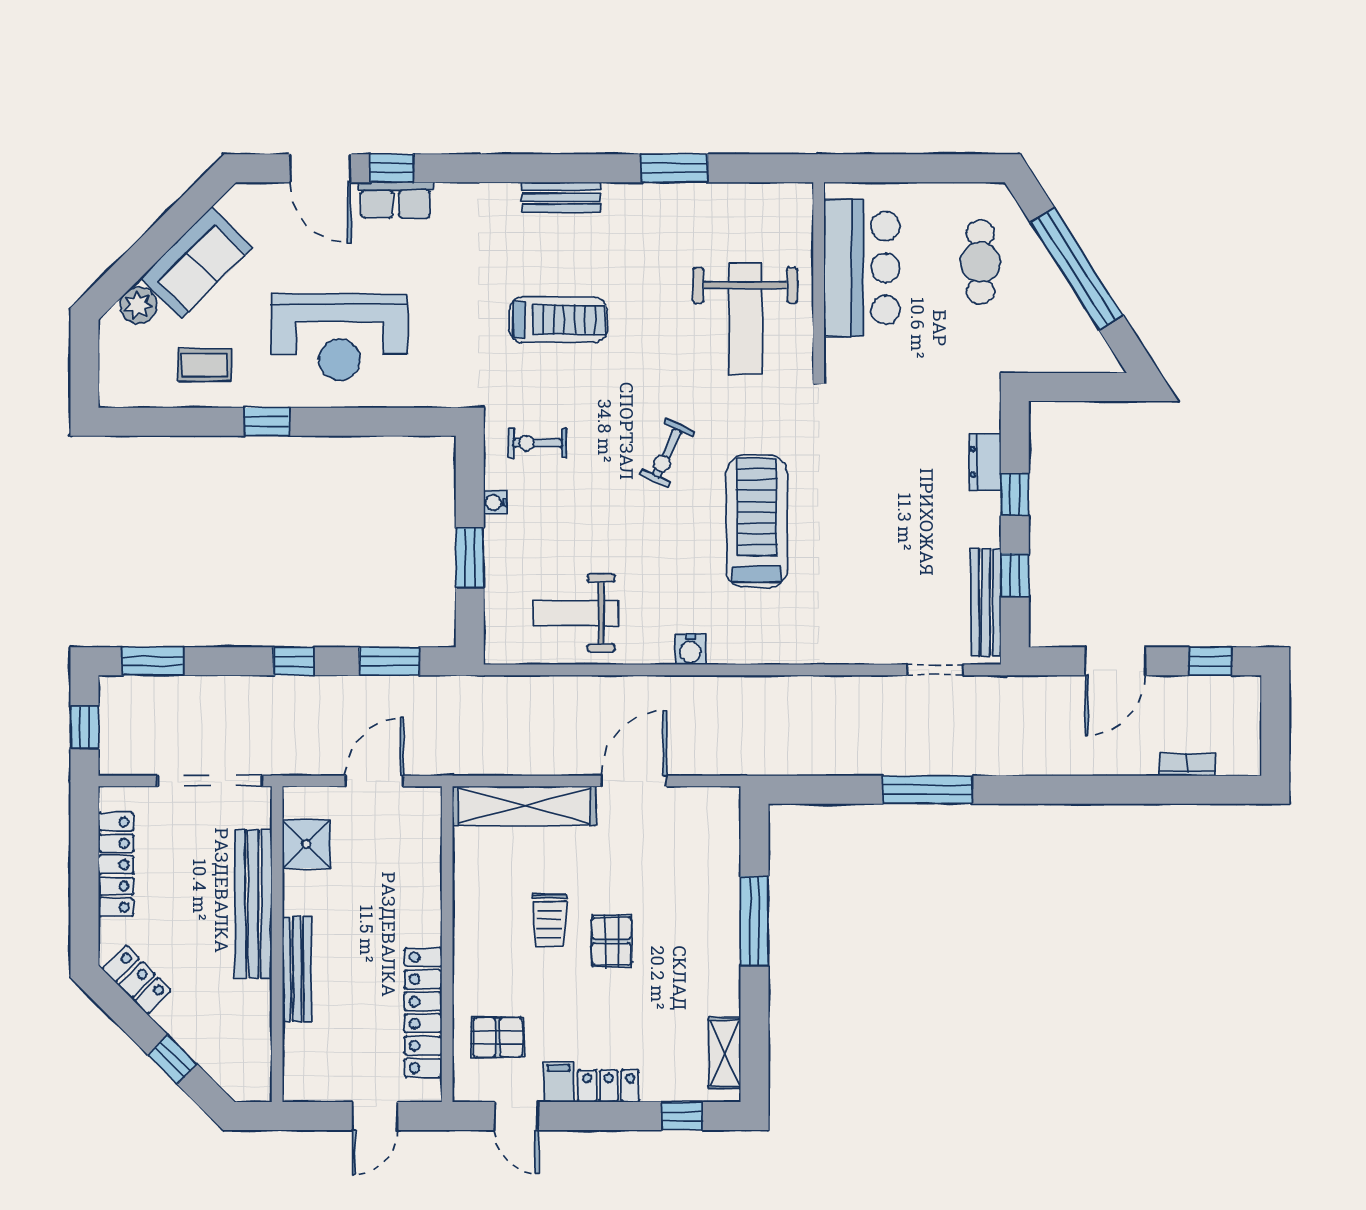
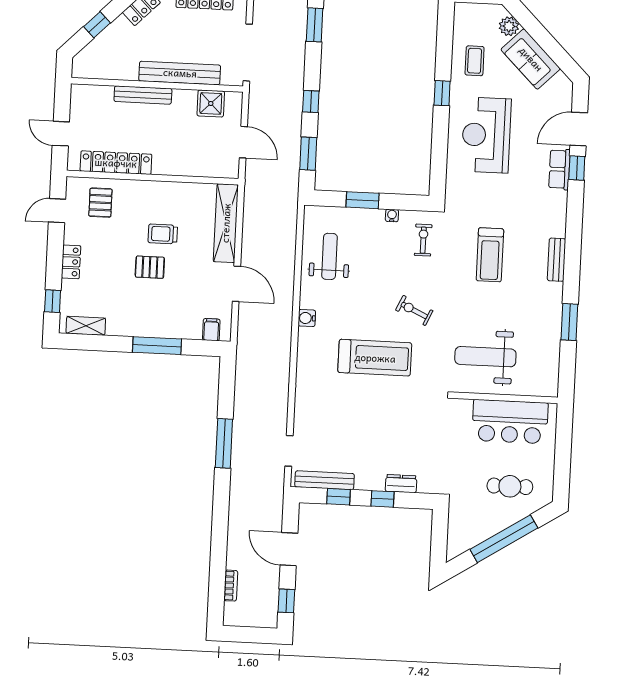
filing cabinet: (559, 1082) -> (211, 330), moved, turned -90

